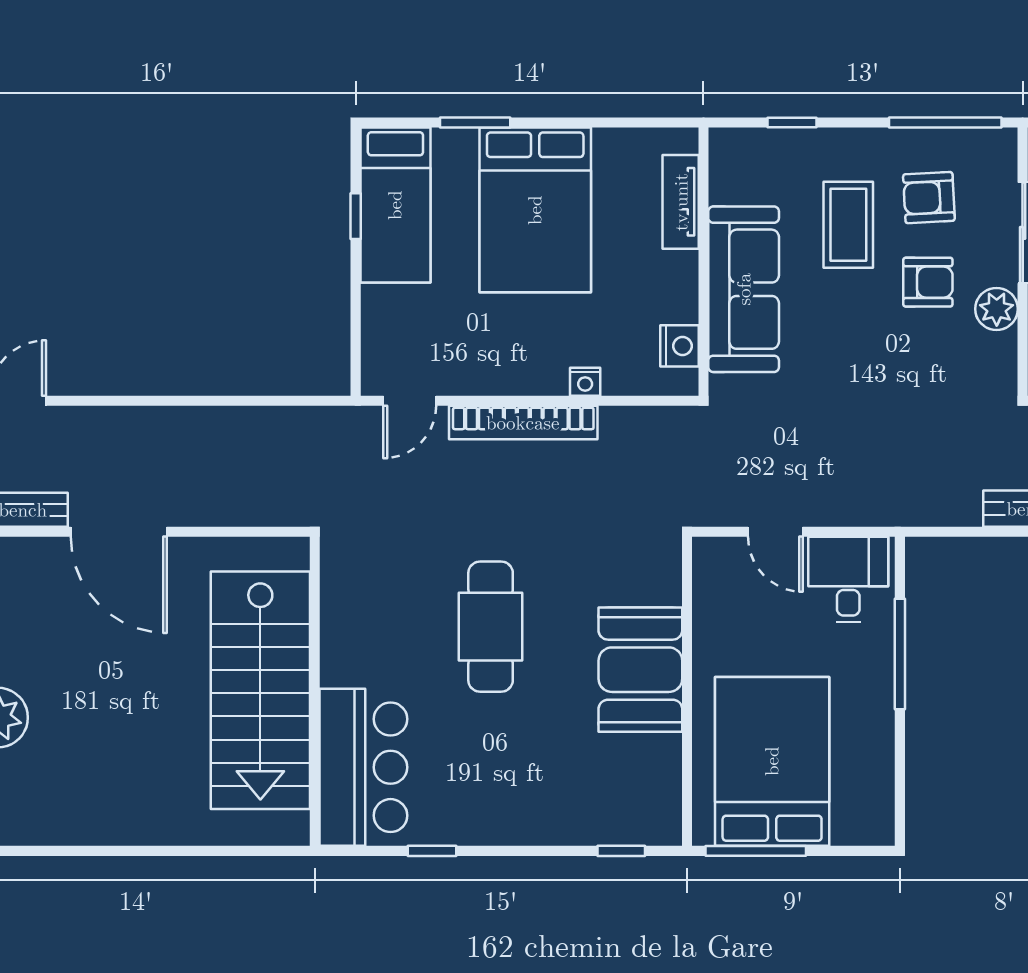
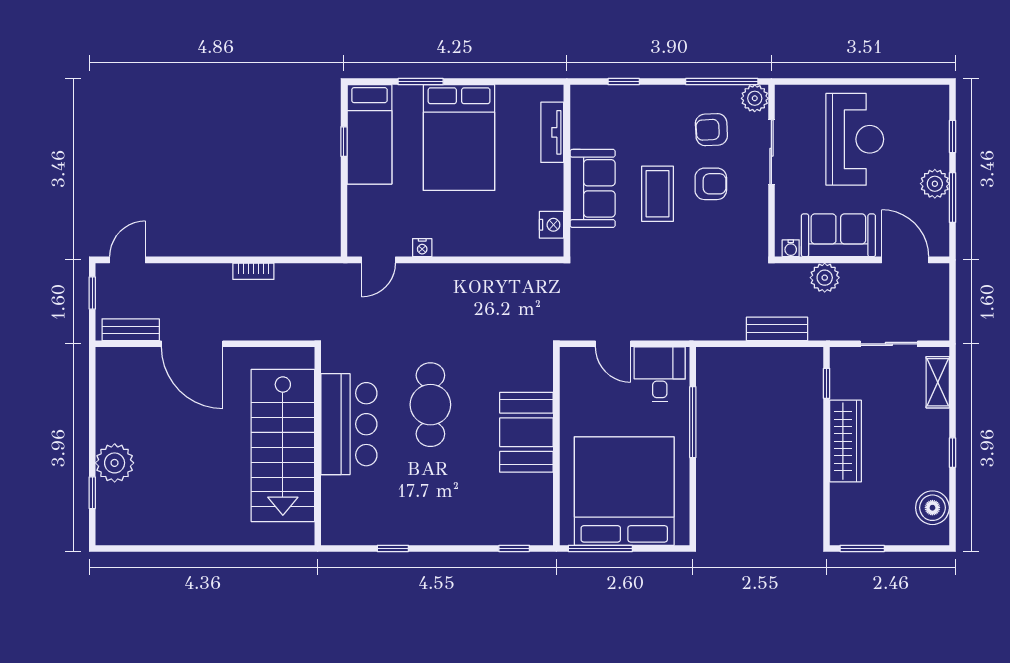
coffee table: (848, 225) -> (658, 194), moved
sofa: (744, 289) -> (593, 188), width x0.73
plant: (997, 309) -> (755, 98), moved
nightstand: (585, 382) -> (422, 248), moved
bookcase: (523, 423) -> (253, 271), moved, width x0.43, depth x0.76
bed: (772, 761) -> (624, 491), width x1.36
bar counter: (363, 767) -> (349, 424), moved

